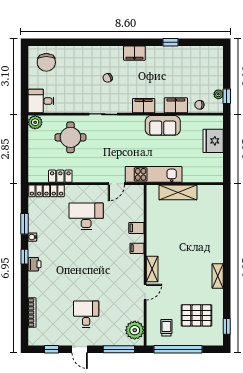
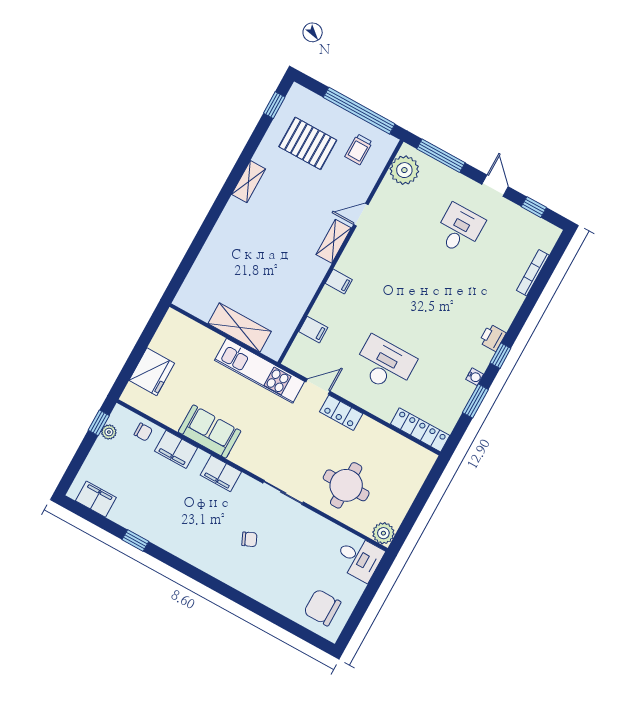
filing cabinet: (134, 53) -> (96, 499), moved
chair: (46, 62) -> (322, 607), turned -90
locker: (60, 176) -> (341, 413), moved
desk: (86, 216) -> (385, 364), turned 180
filing cabinet: (136, 228) -> (313, 330), moved
desk: (86, 314) -> (459, 229), turned 180

